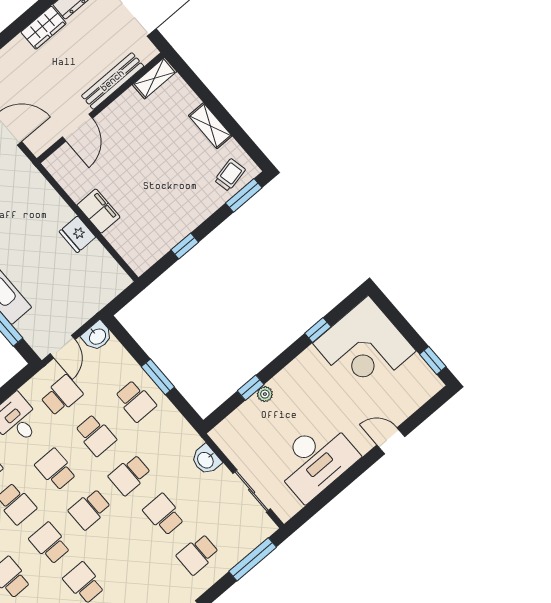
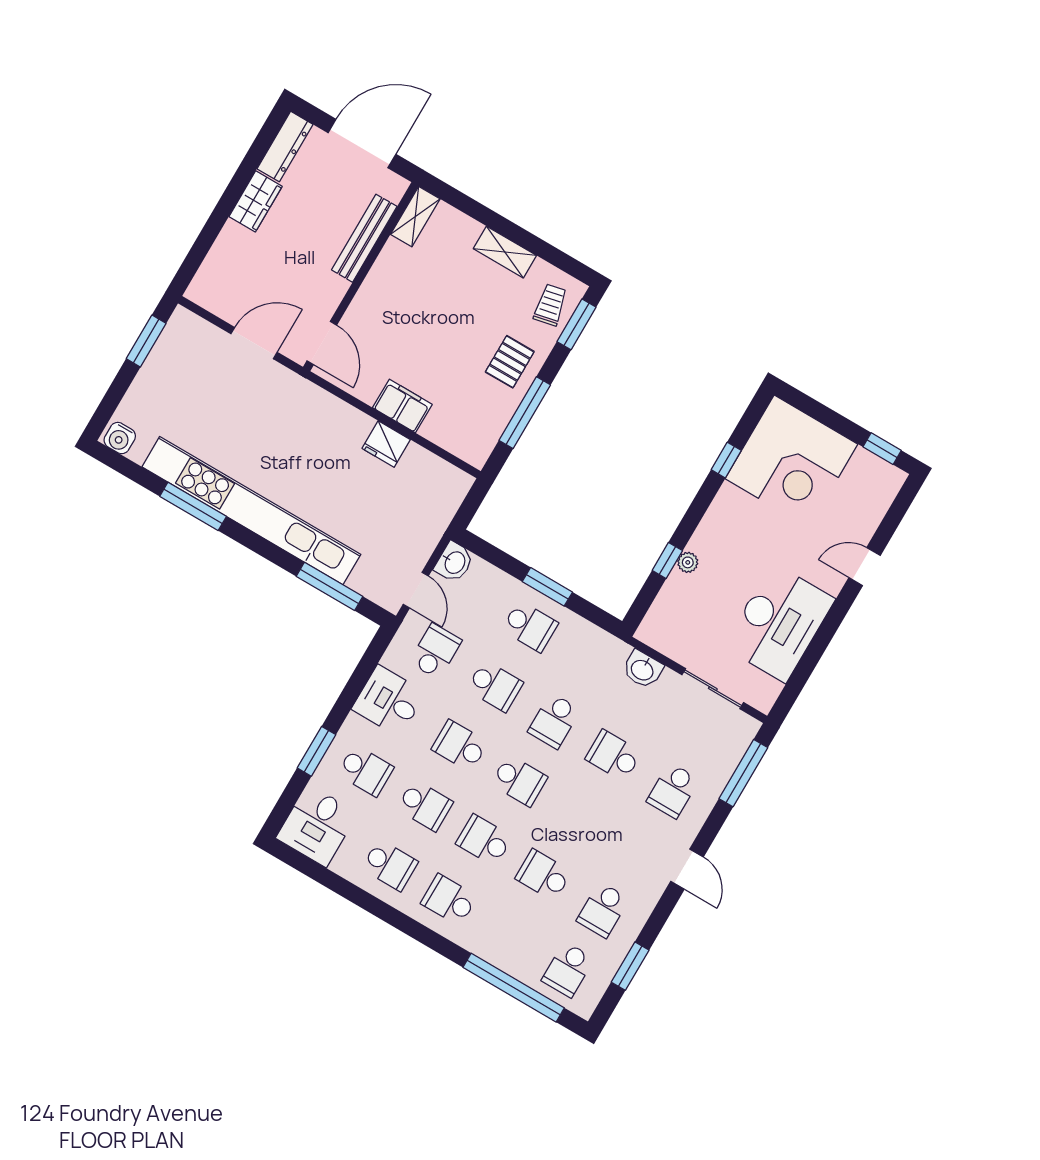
door: (77, 128) -> (322, 343), moved
pallet: (187, 206) -> (510, 362), added
window: (185, 246) -> (525, 413), width x2.17
school desk: (90, 509) -> (519, 781), turned -90

